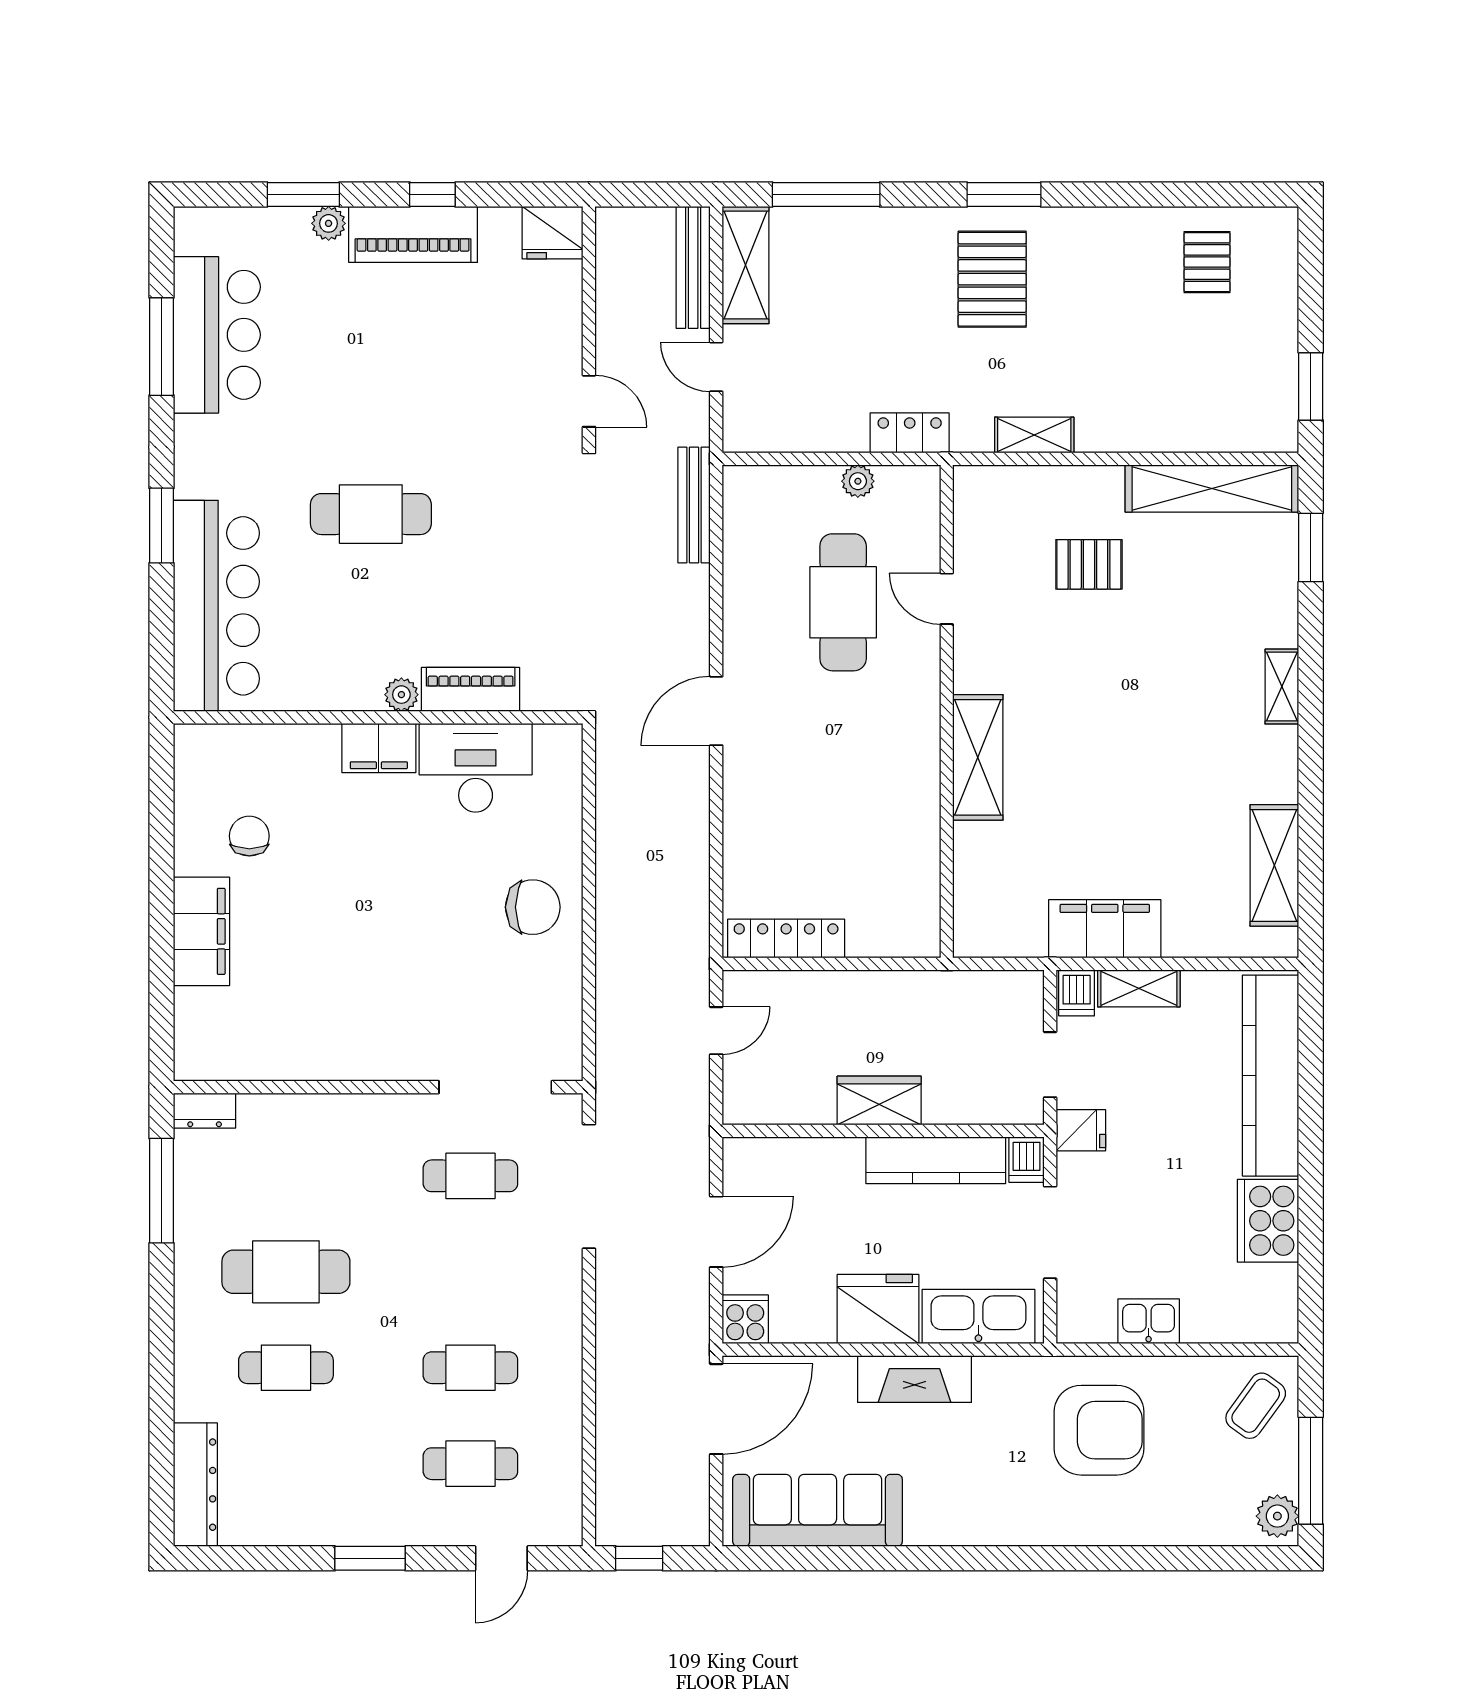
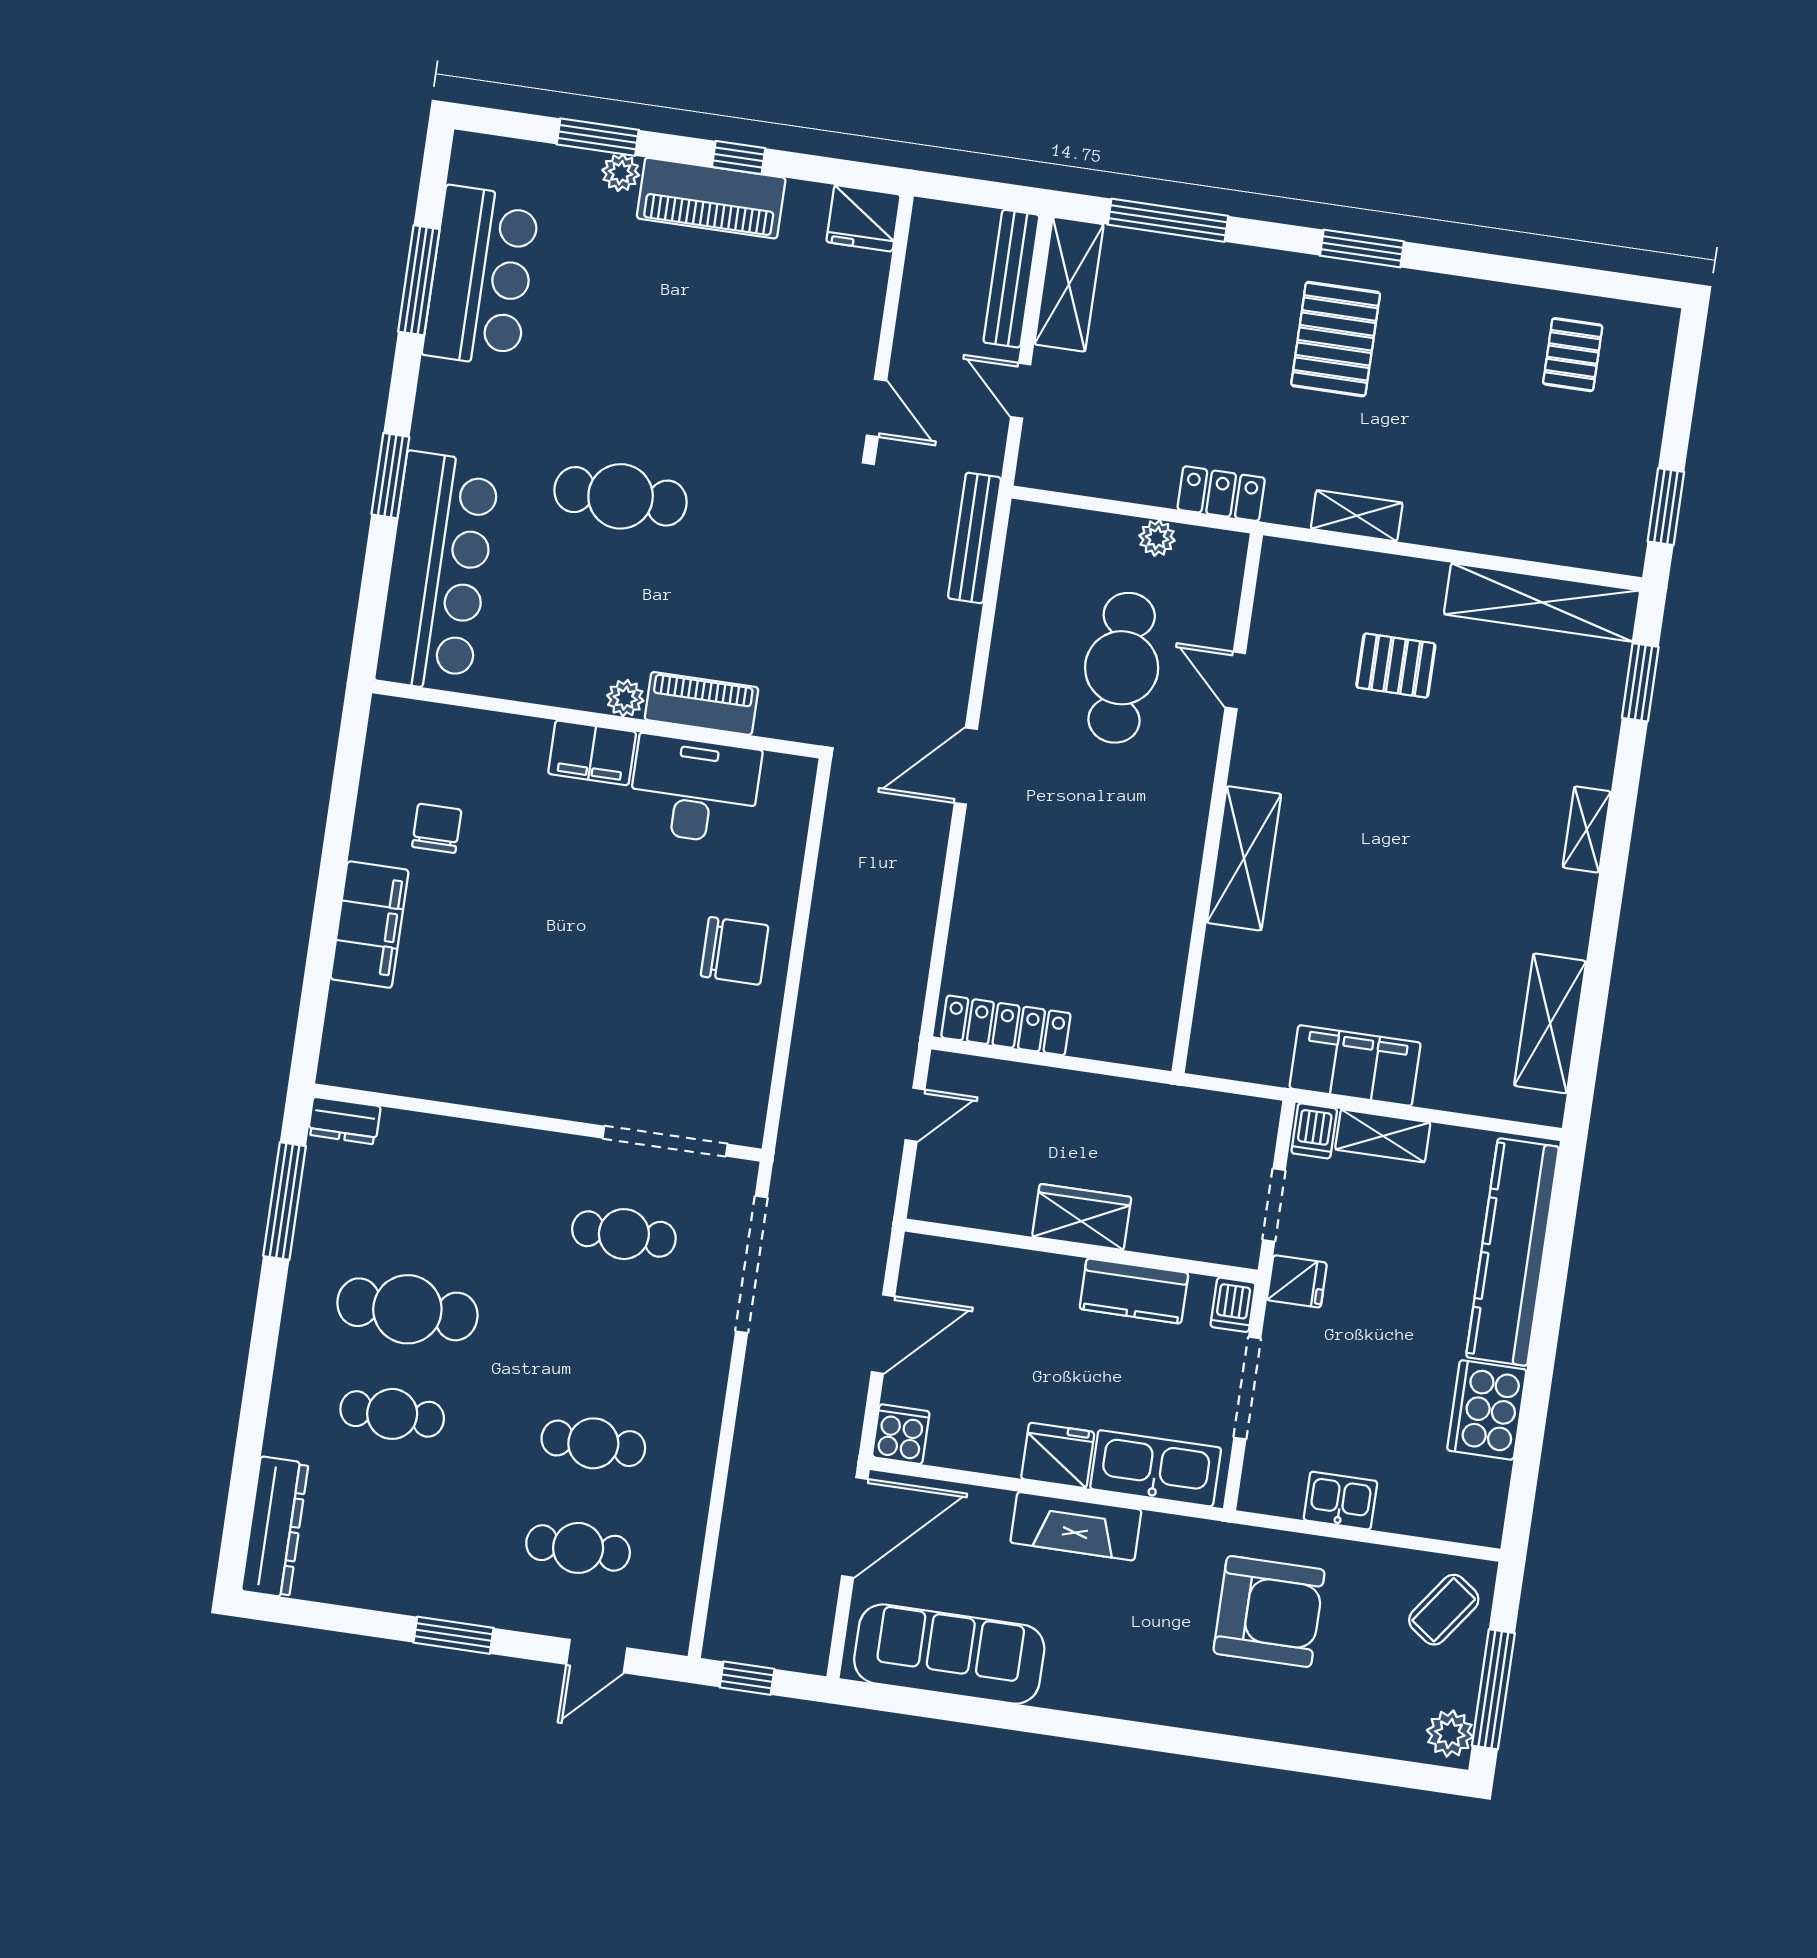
kitchen counter: (936, 1160) -> (1134, 1291), width x0.67
fridge: (878, 1309) -> (1058, 1455), width x0.73, depth x0.75

